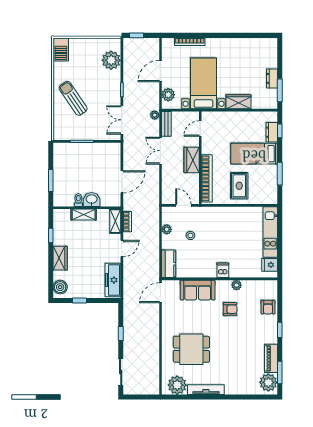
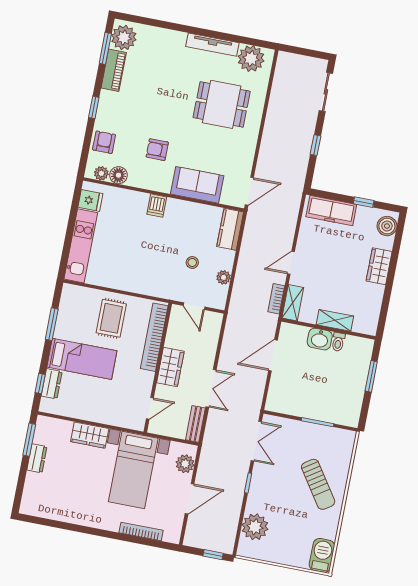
plant: (155, 115) -> (209, 439), removed
window: (51, 235) -> (386, 300), removed
freezer: (113, 280) -> (331, 211), moved, turned 90
plant: (236, 285) -> (101, 173), moved
floor lamp: (254, 286) -> (118, 175), added

